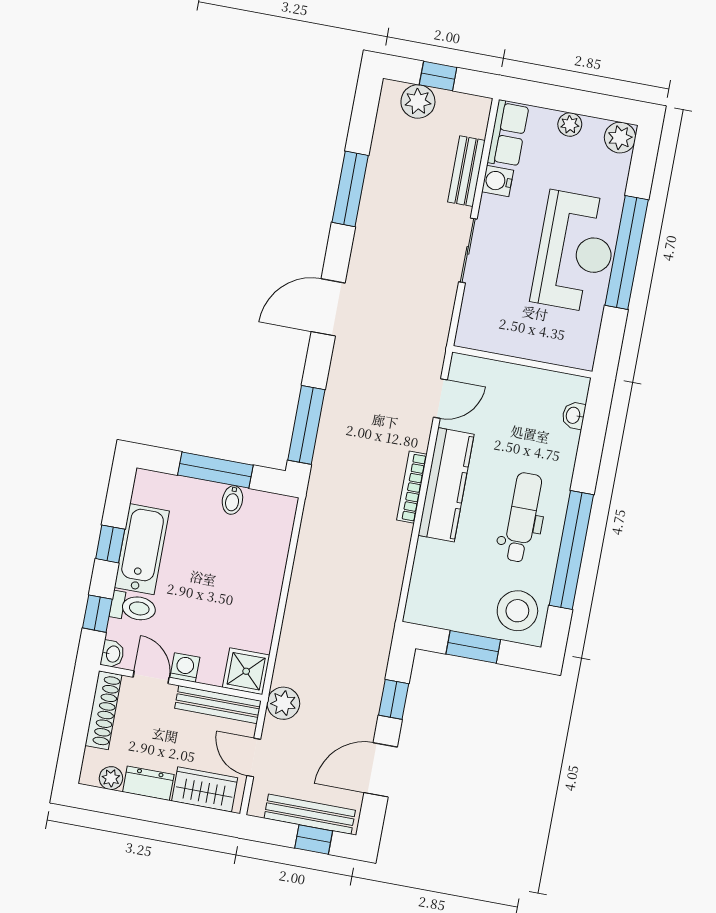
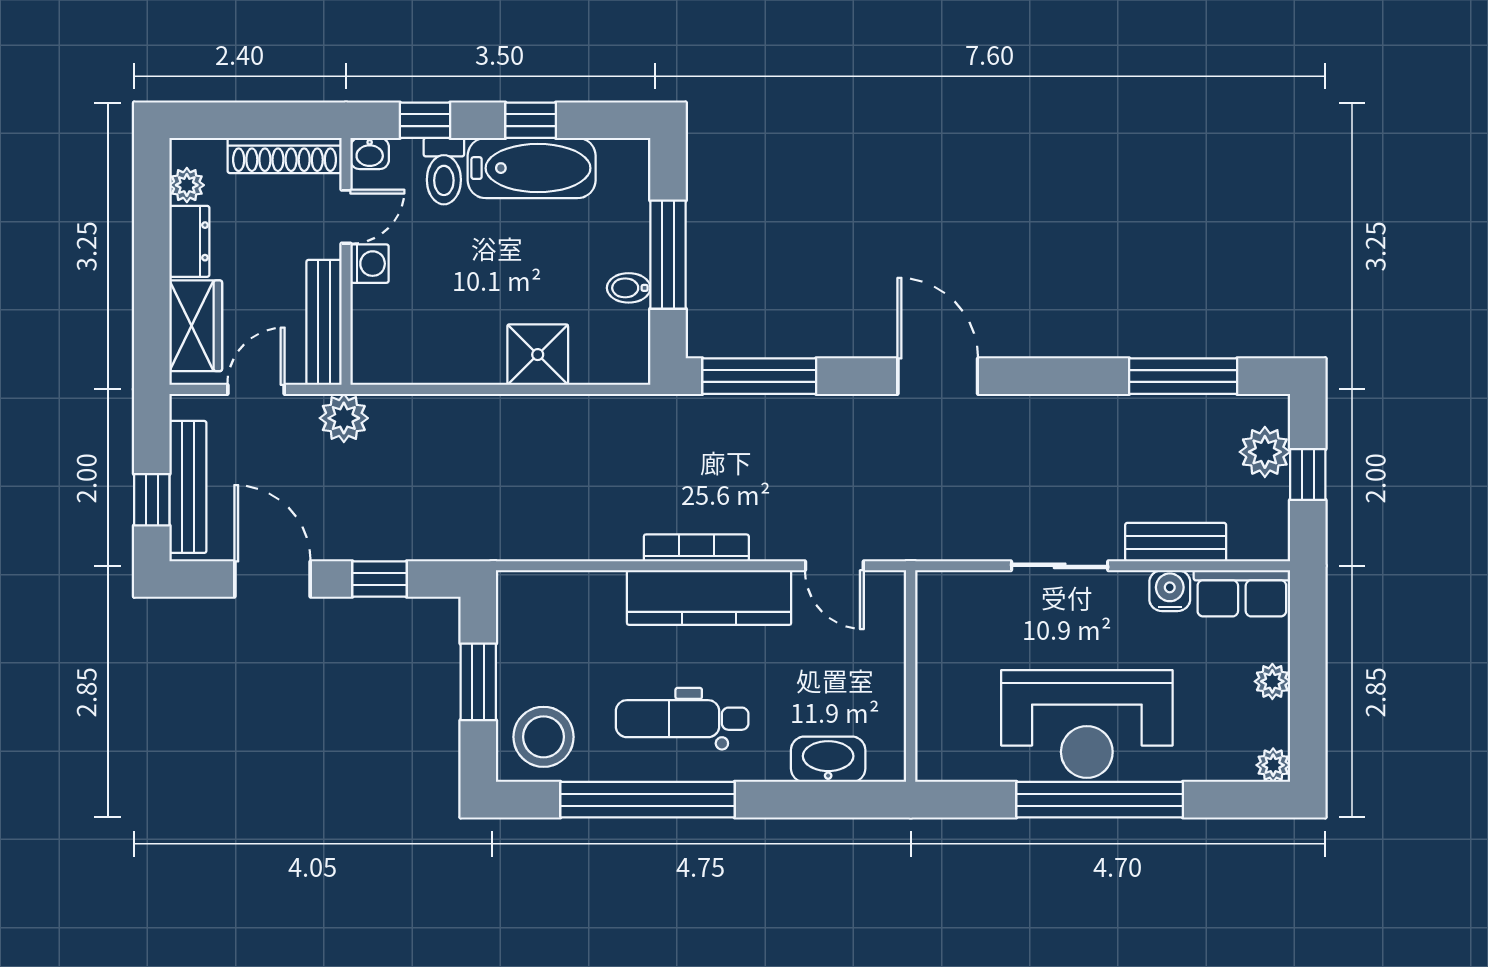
plant: (620, 138) -> (1273, 765), width x0.73, depth x0.73
window: (350, 189) -> (1183, 376), moved
washbasin: (574, 415) -> (828, 759), width x1.91, depth x1.45
dental chair: (522, 517) -> (682, 719), turned 180
shower: (246, 671) -> (538, 355), moved

